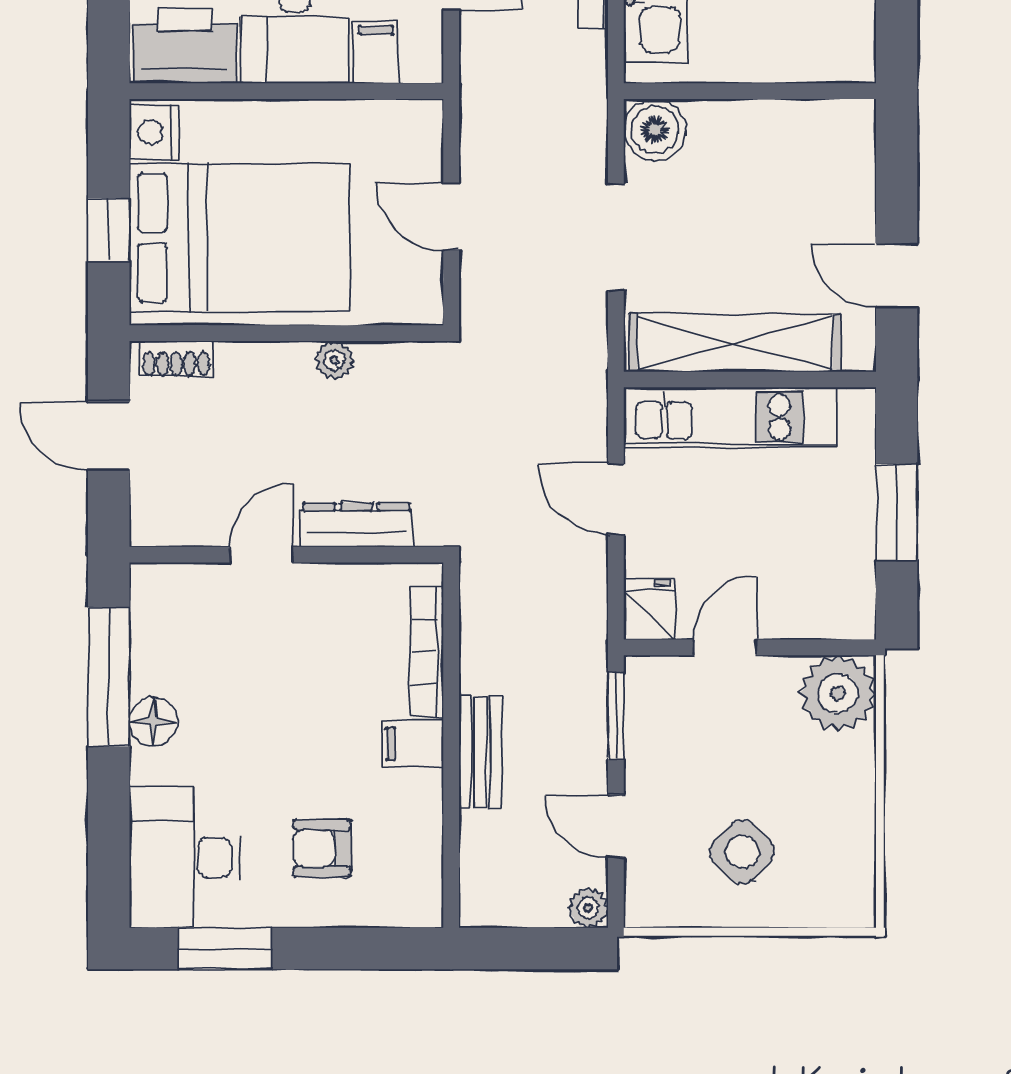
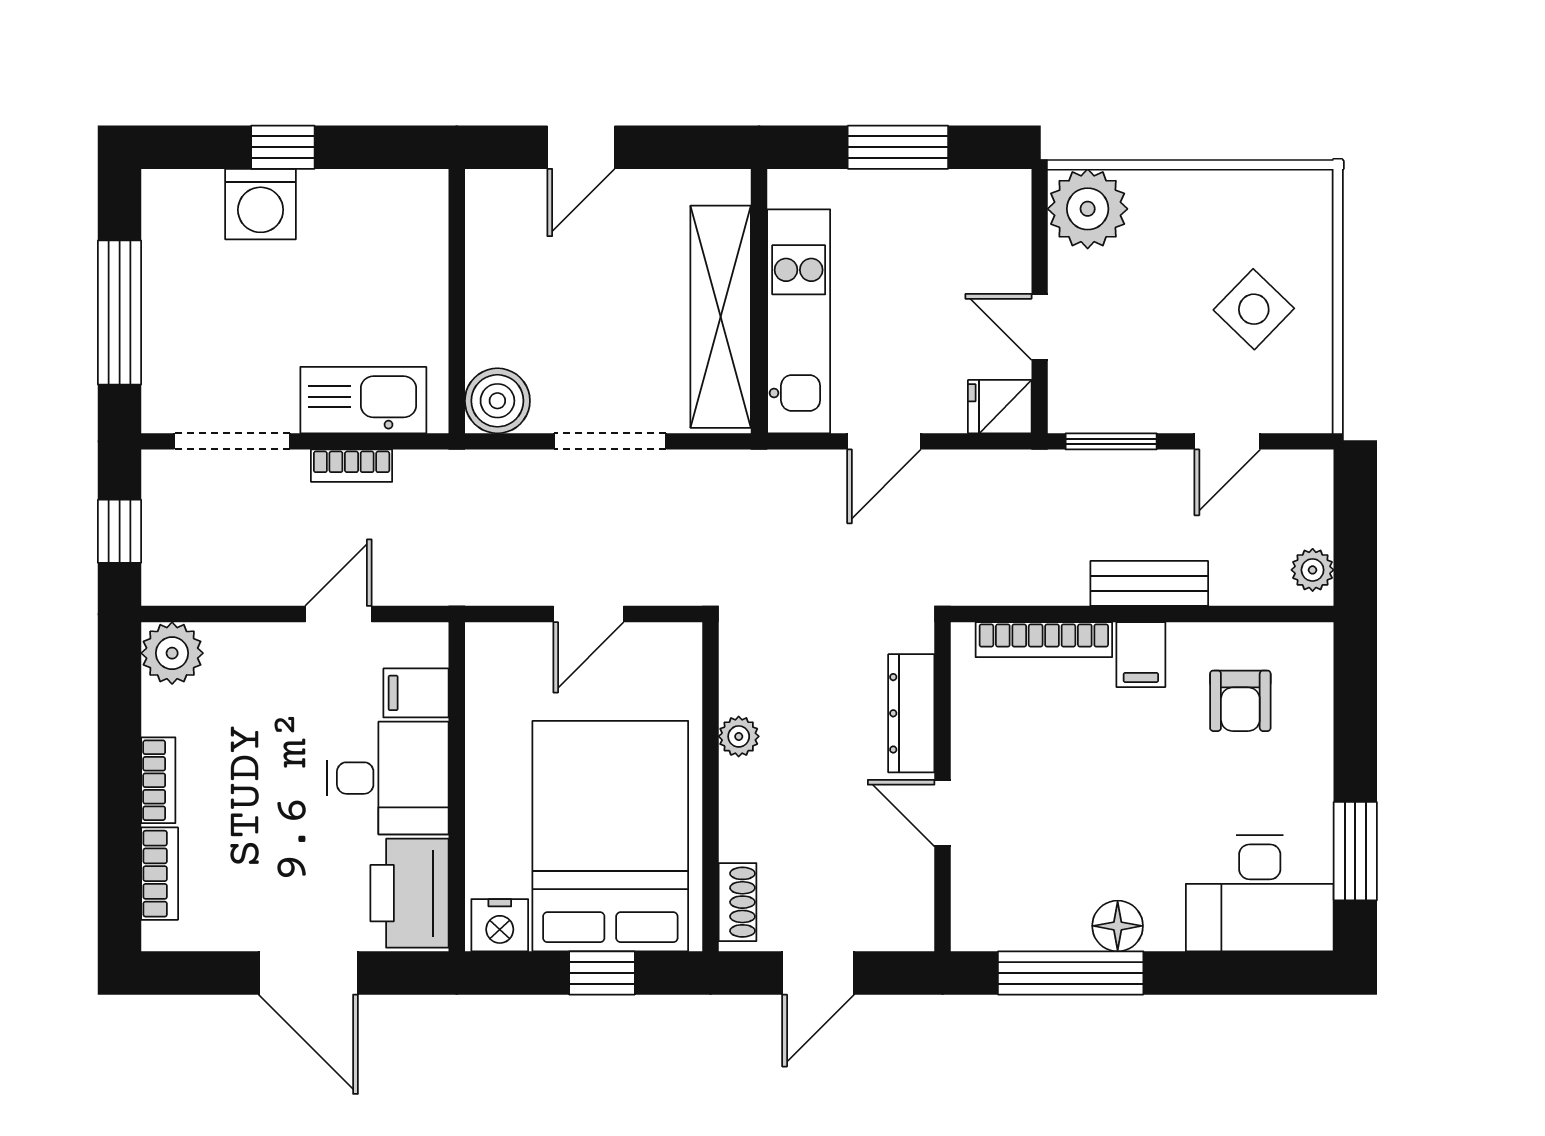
door: (897, 276) -> (581, 147), moved
armchair: (322, 848) -> (1240, 701), moved
plant: (588, 908) -> (1313, 570), moved

